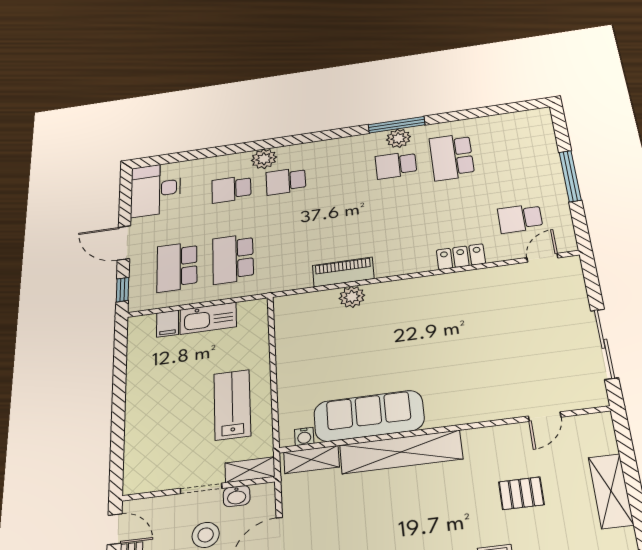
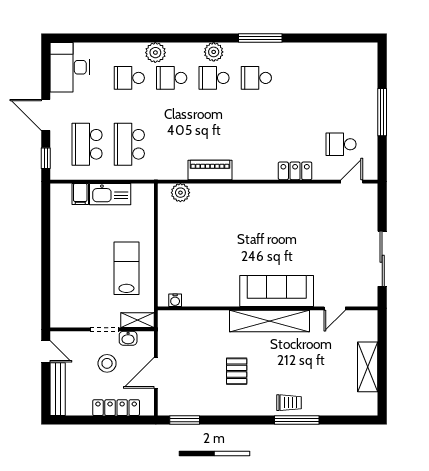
plant: (398, 138) -> (214, 52), moved
school desk: (452, 157) -> (214, 78), moved, width x0.54
plant: (352, 297) -> (180, 193), moved
sofa: (369, 416) -> (277, 291), moved
shelving: (401, 452) -> (270, 321), moved
shelving: (311, 460) -> (179, 318), removed
pallet: (521, 493) -> (237, 371), moved, turned 90

